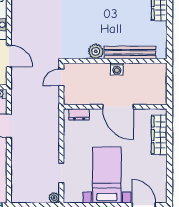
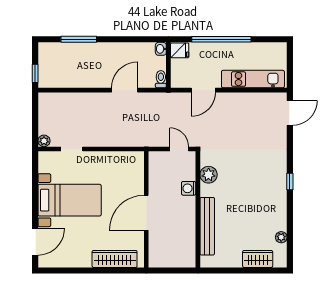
plant: (96, 51) -> (209, 175), moved
washing machine: (117, 69) -> (189, 188), moved
dresser: (79, 114) -> (138, 169), removed

